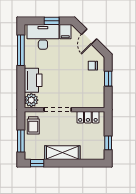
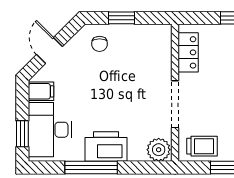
window: (52, 21) -> (22, 134), moved
door: (89, 37) -> (49, 50), swing flipped
window: (21, 50) -> (91, 167), moved
printer: (33, 80) -> (106, 146), moved

